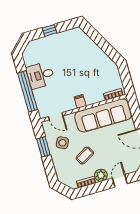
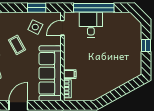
desk: (40, 75) -> (91, 25), moved
filing cabinet: (80, 101) -> (70, 74), moved

